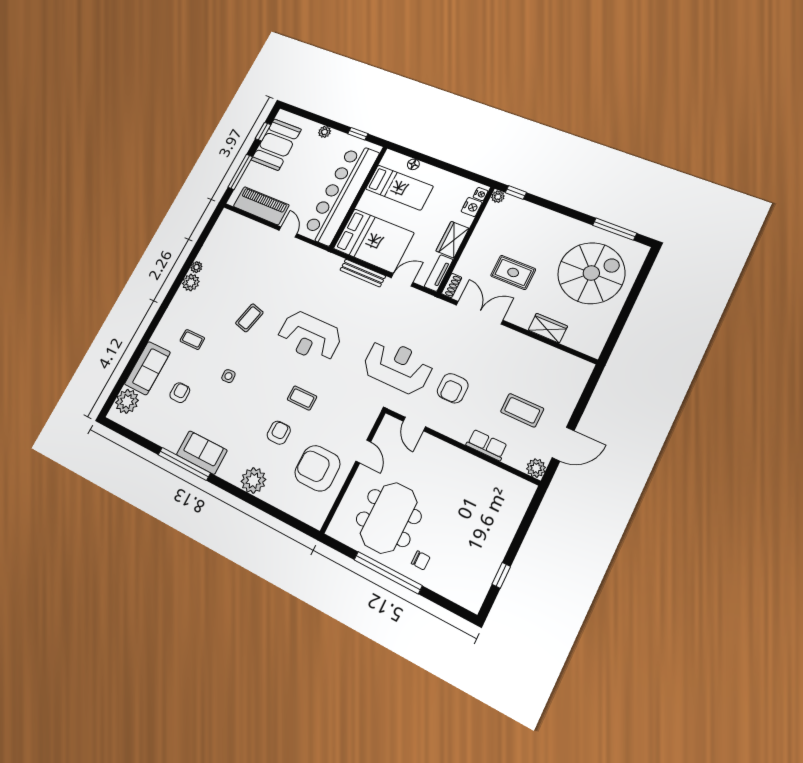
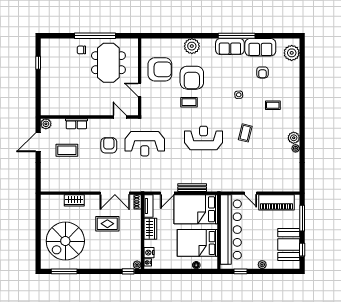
bed: (399, 188) -> (197, 243), width x1.50
sofa: (147, 368) -> (260, 47), moved, turned -90
armchair: (279, 433) -> (192, 78), width x1.88, depth x1.88

